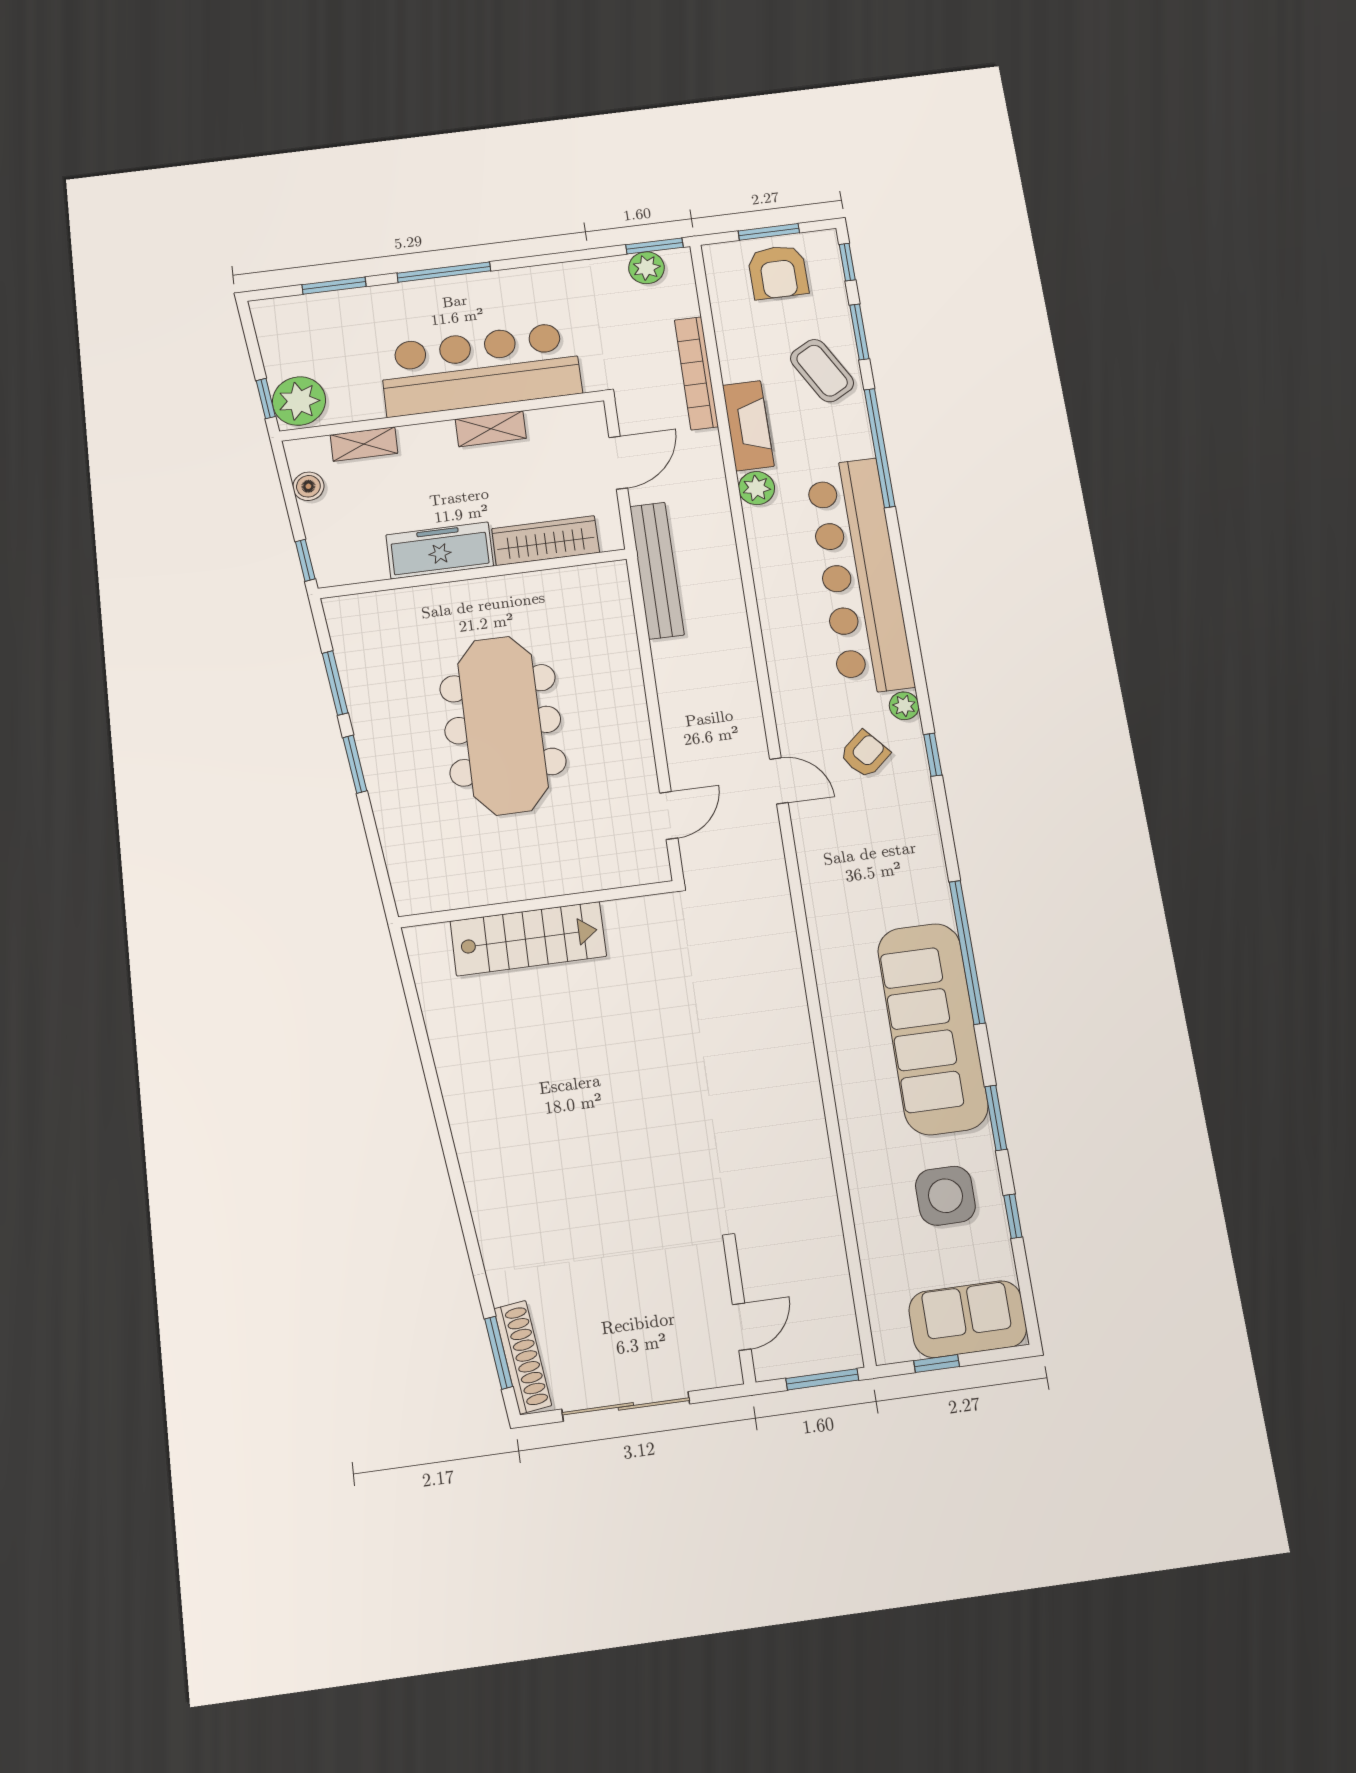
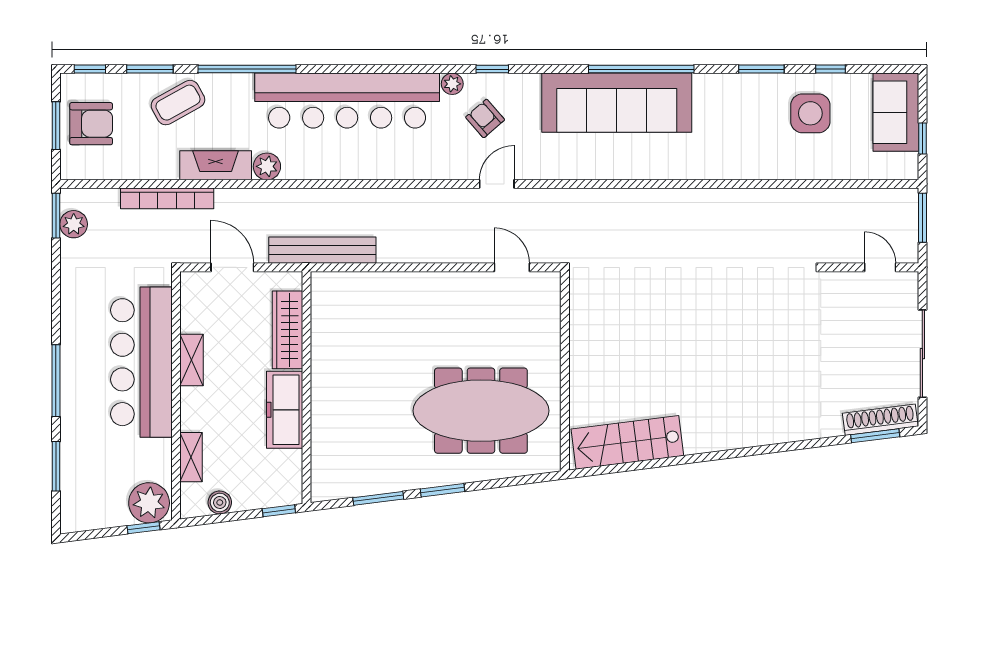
meeting table: (503, 725) -> (481, 411), moved
stairs: (528, 939) -> (627, 442), moved, turned -97
sofa: (933, 1028) -> (617, 103), moved

